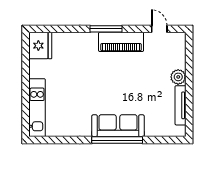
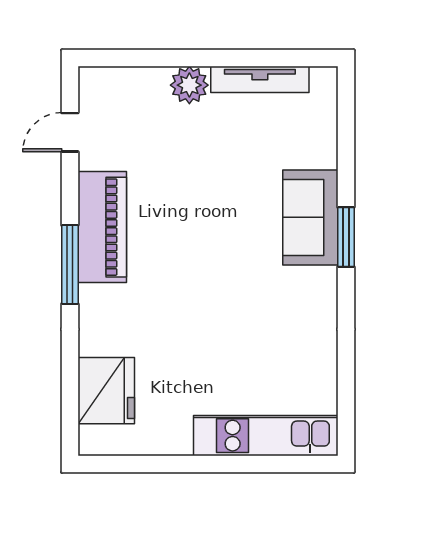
fridge: (40, 46) -> (106, 391), moved, turned 90
sofa: (118, 126) -> (310, 217), width x0.73
window: (117, 140) -> (346, 237), width x0.47

